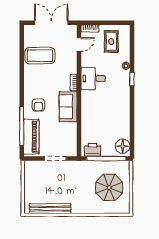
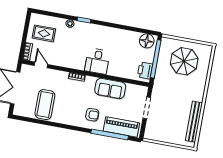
desk: (93, 79) -> (97, 61), moved
sofa: (68, 107) -> (110, 88), moved

